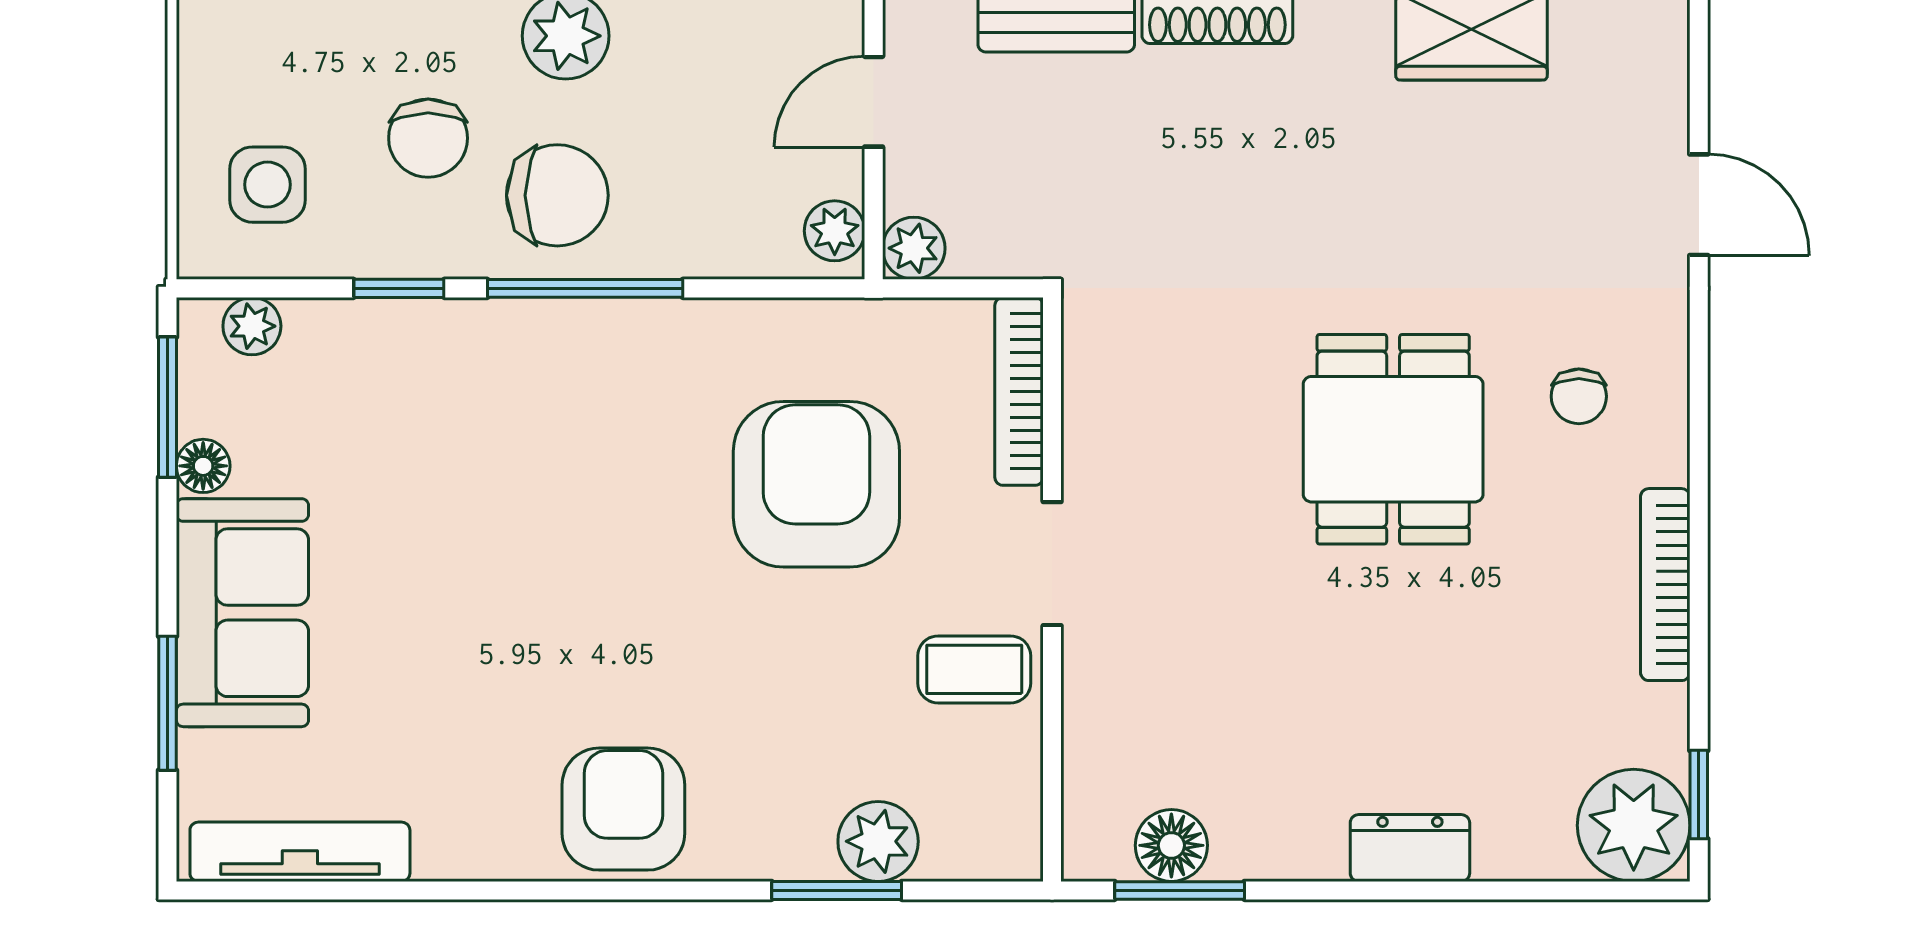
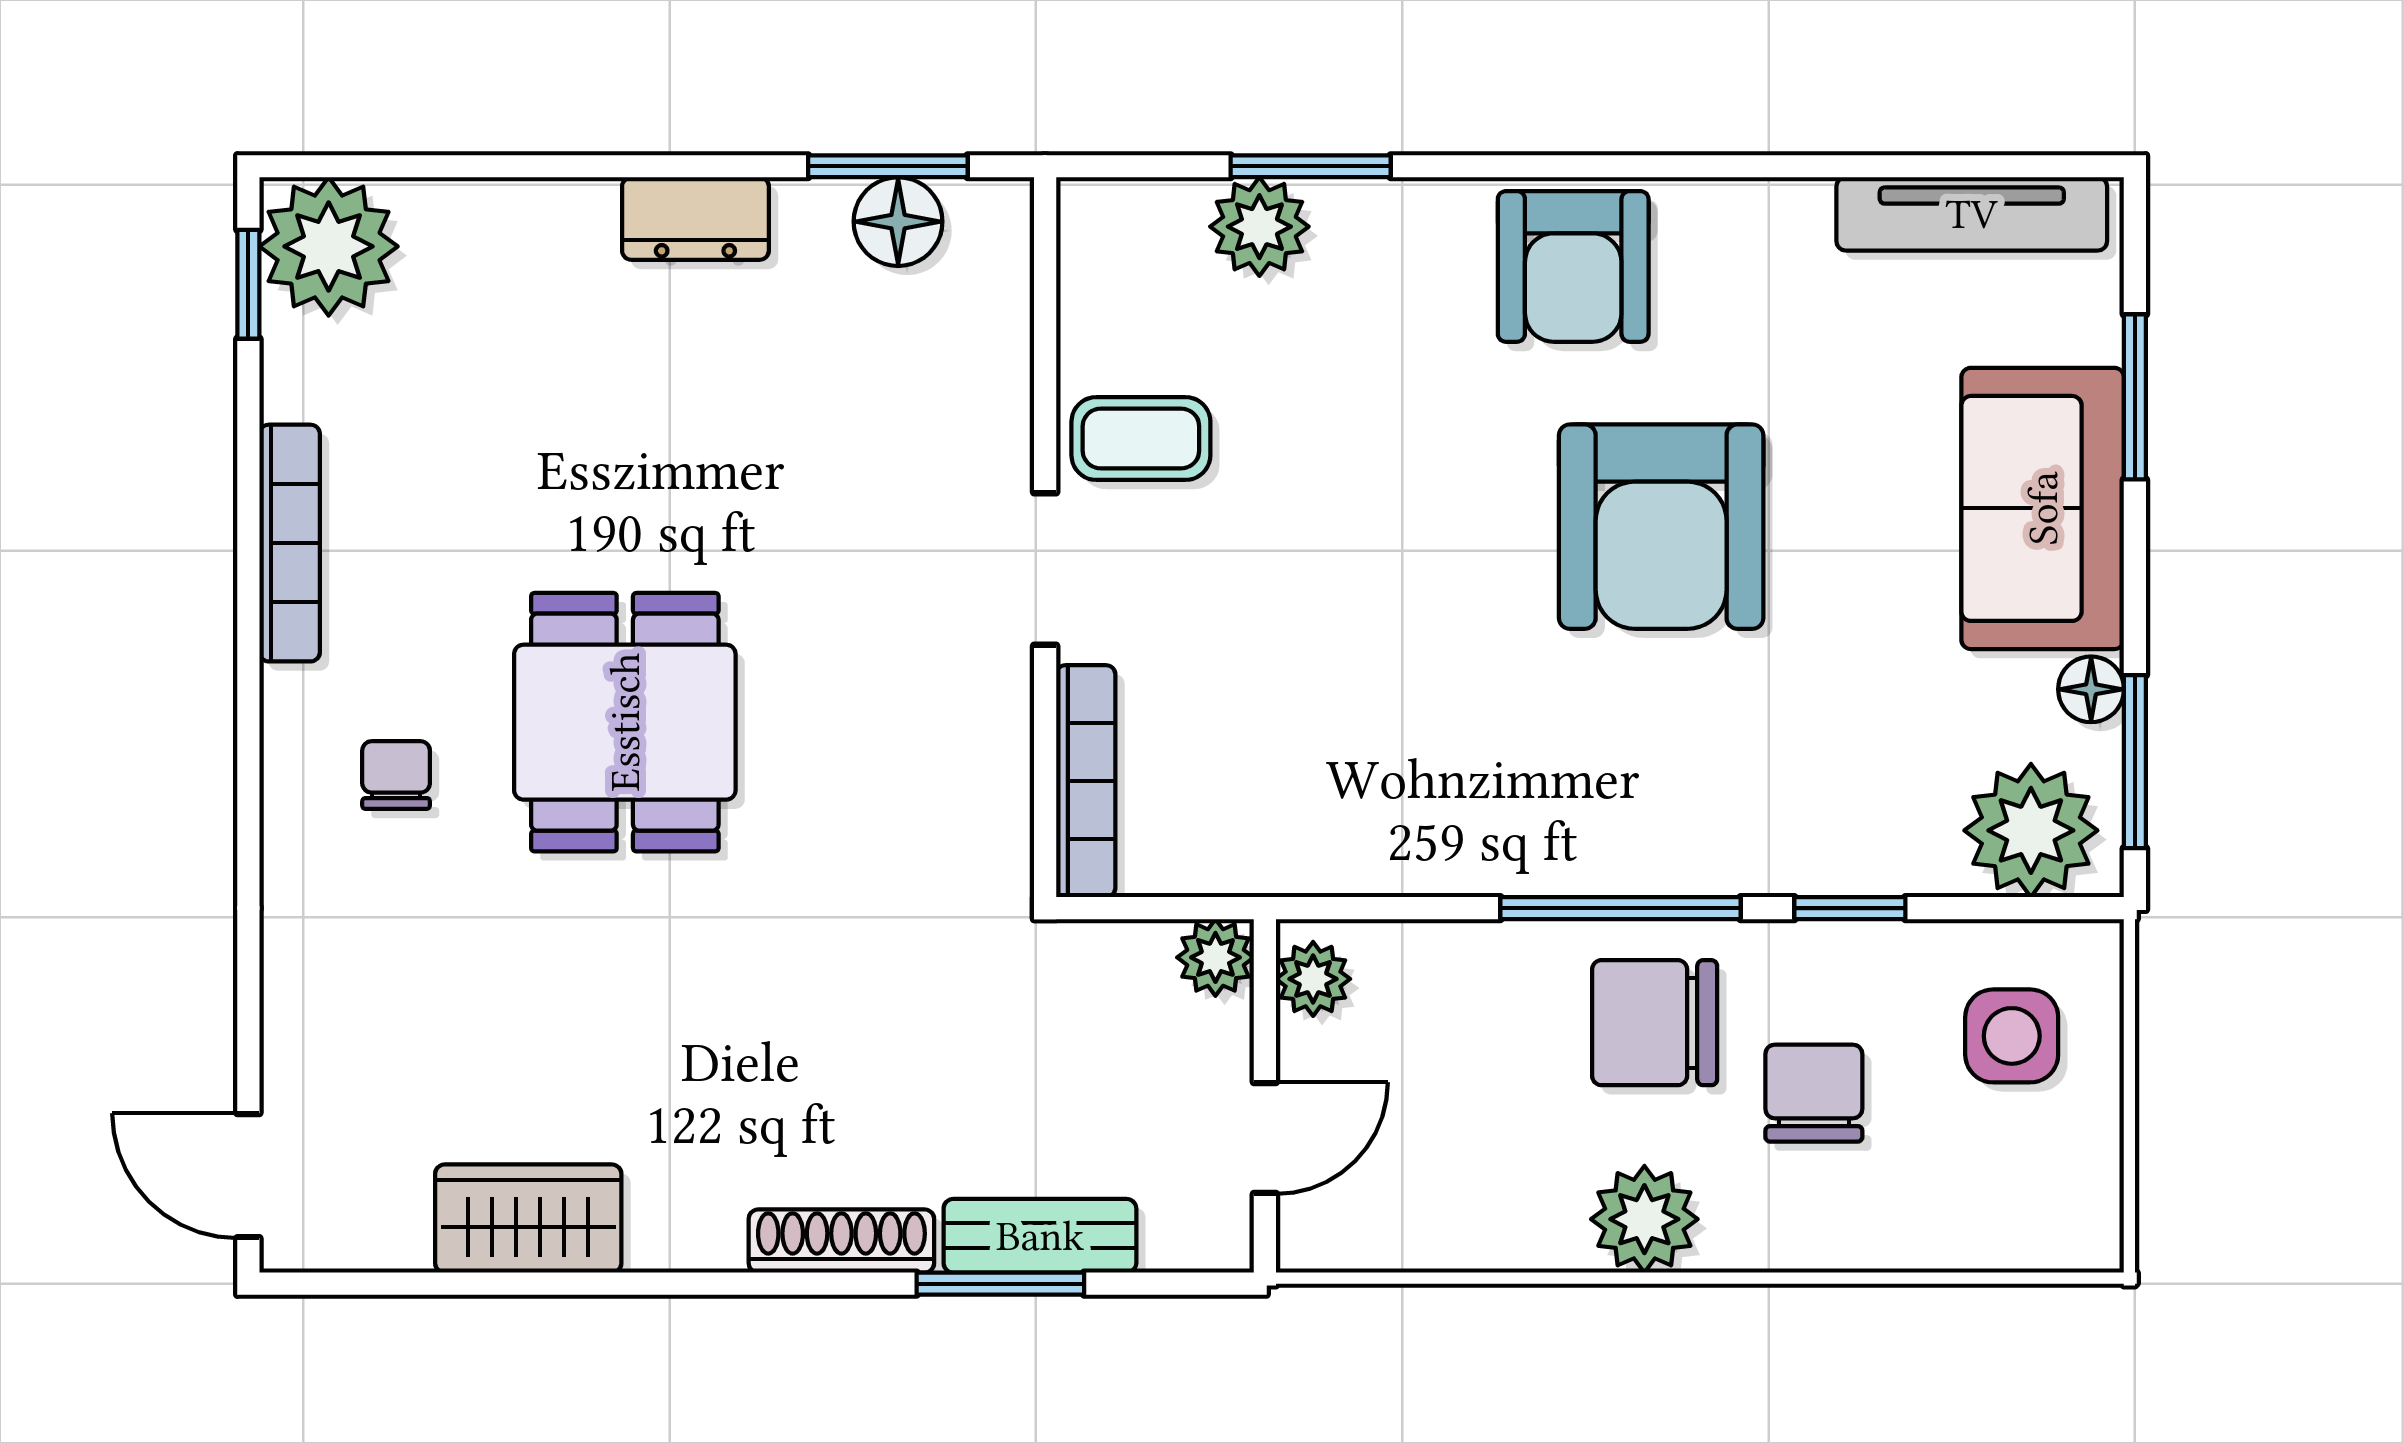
door: (1699, 205) -> (248, 1176), moved
plant: (252, 326) -> (2031, 830), width x1.87, depth x1.87
armchair: (816, 484) -> (1661, 527), moved
dresser: (1410, 848) -> (695, 219), moved

